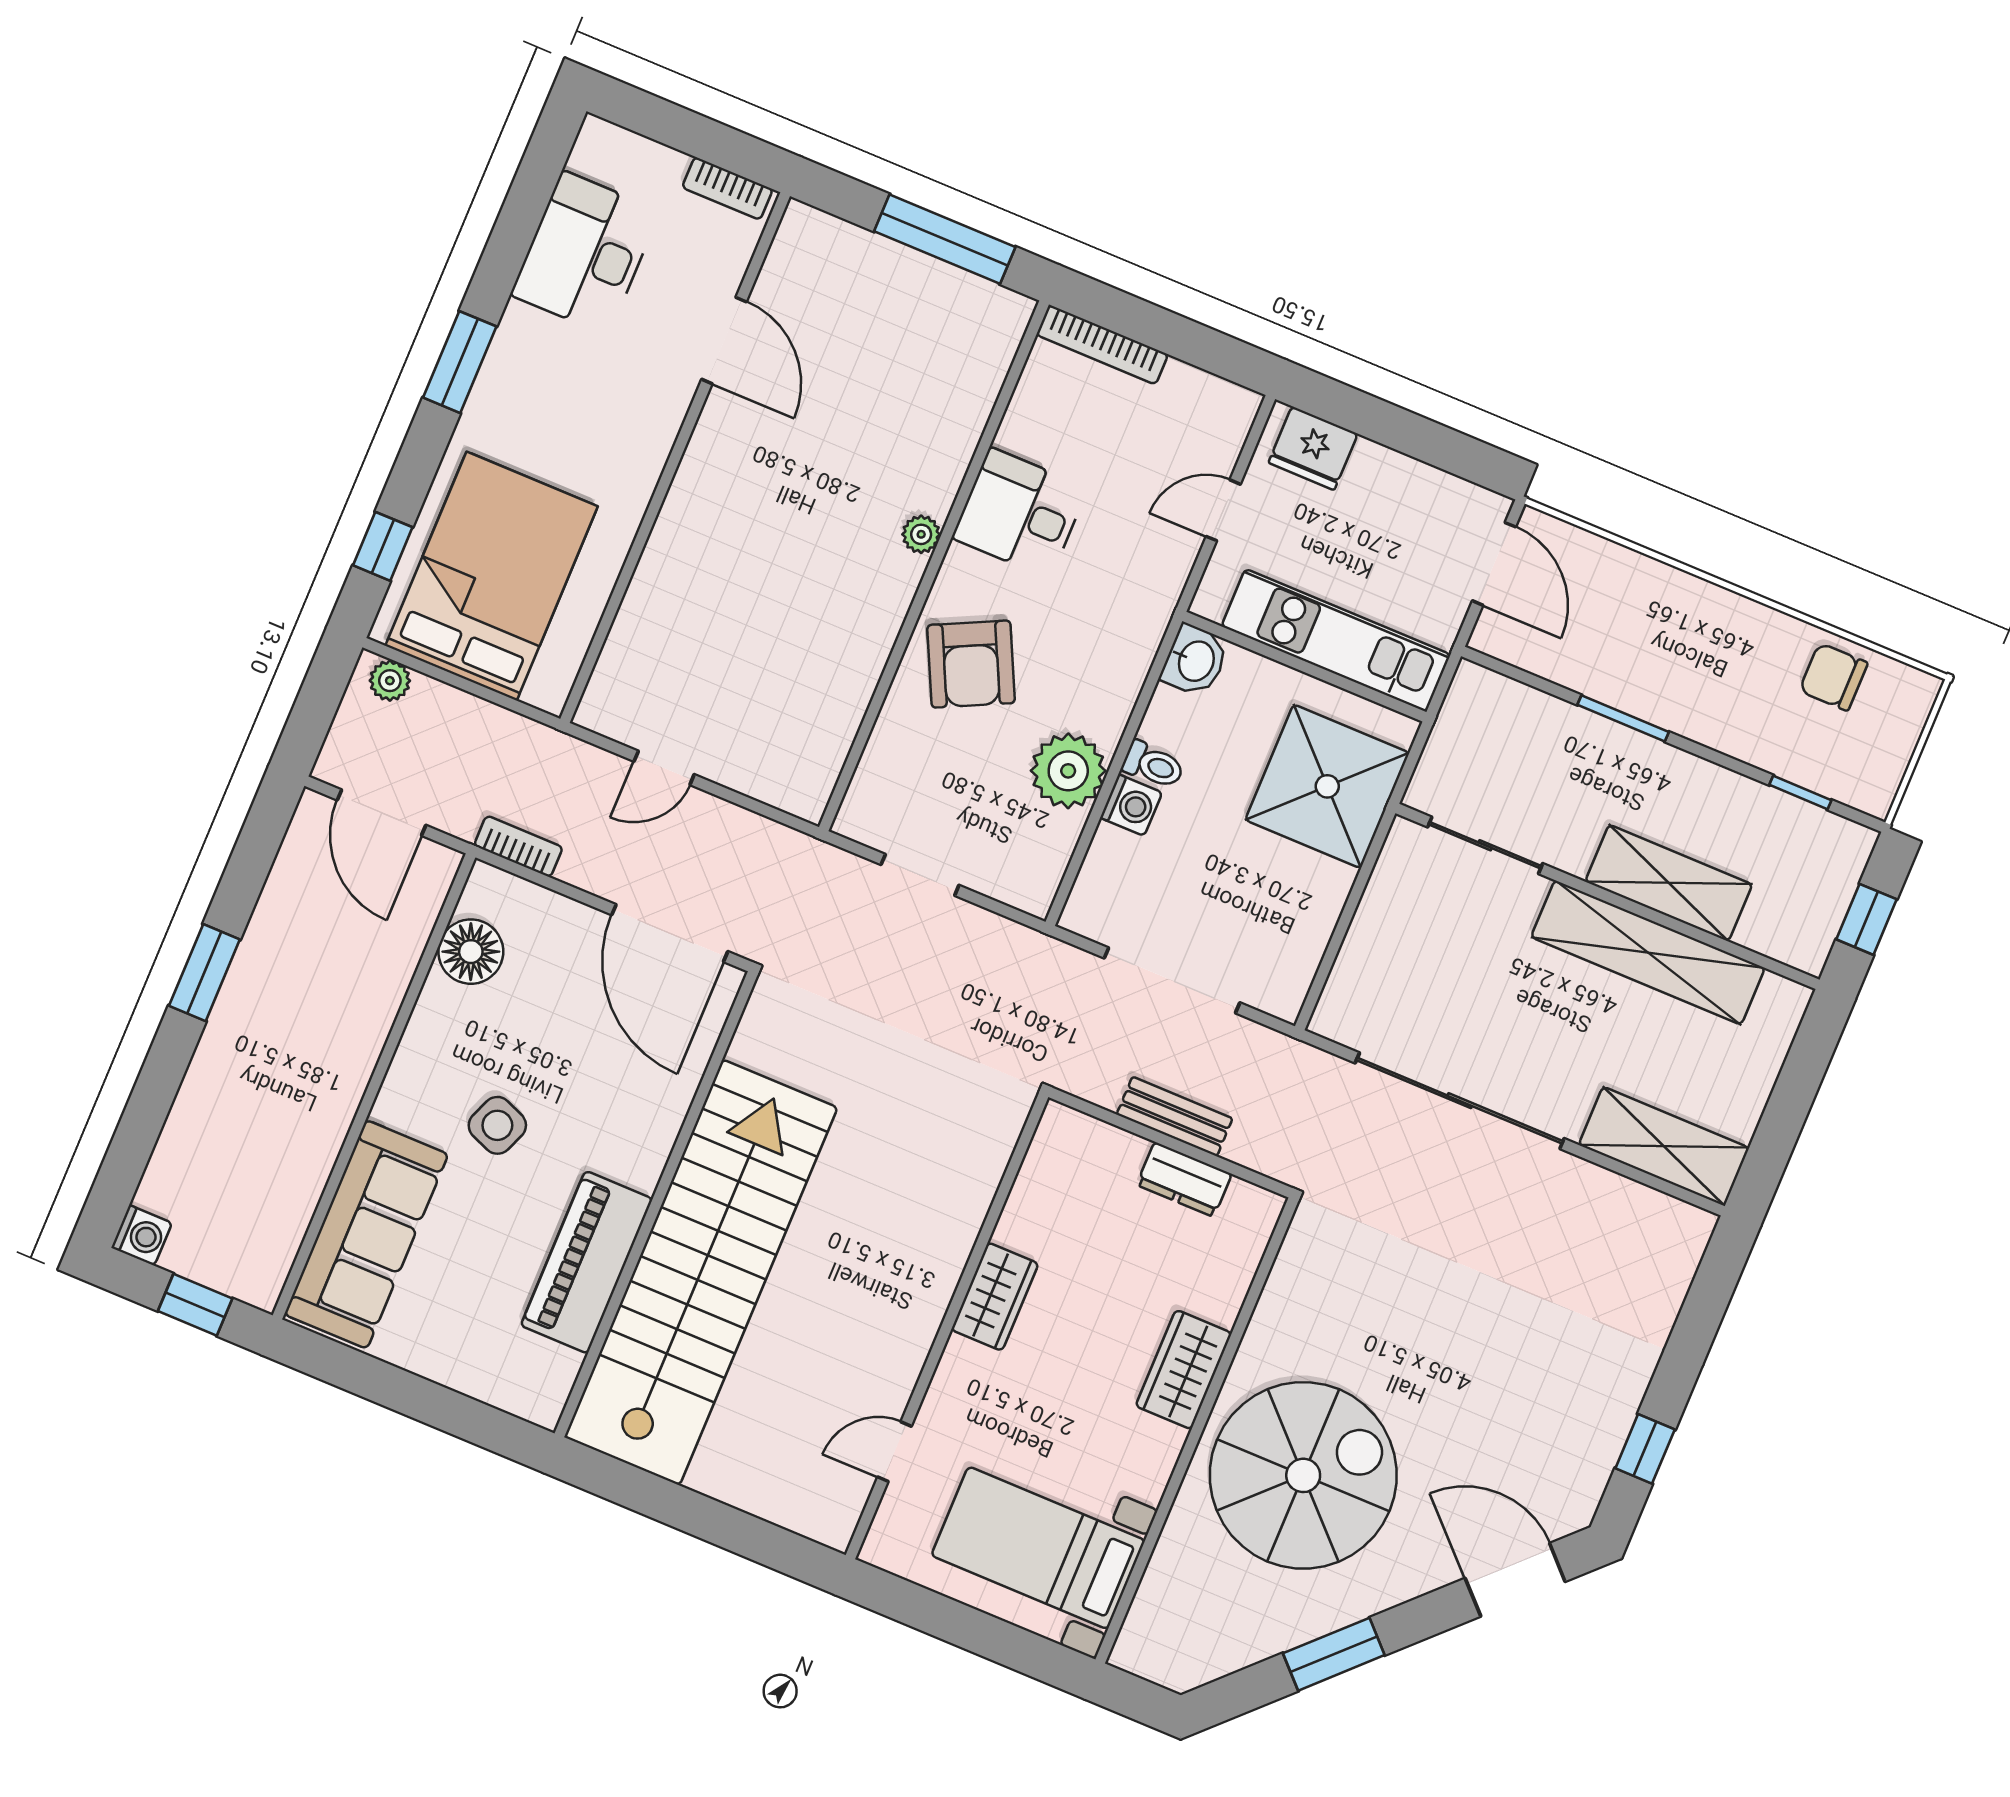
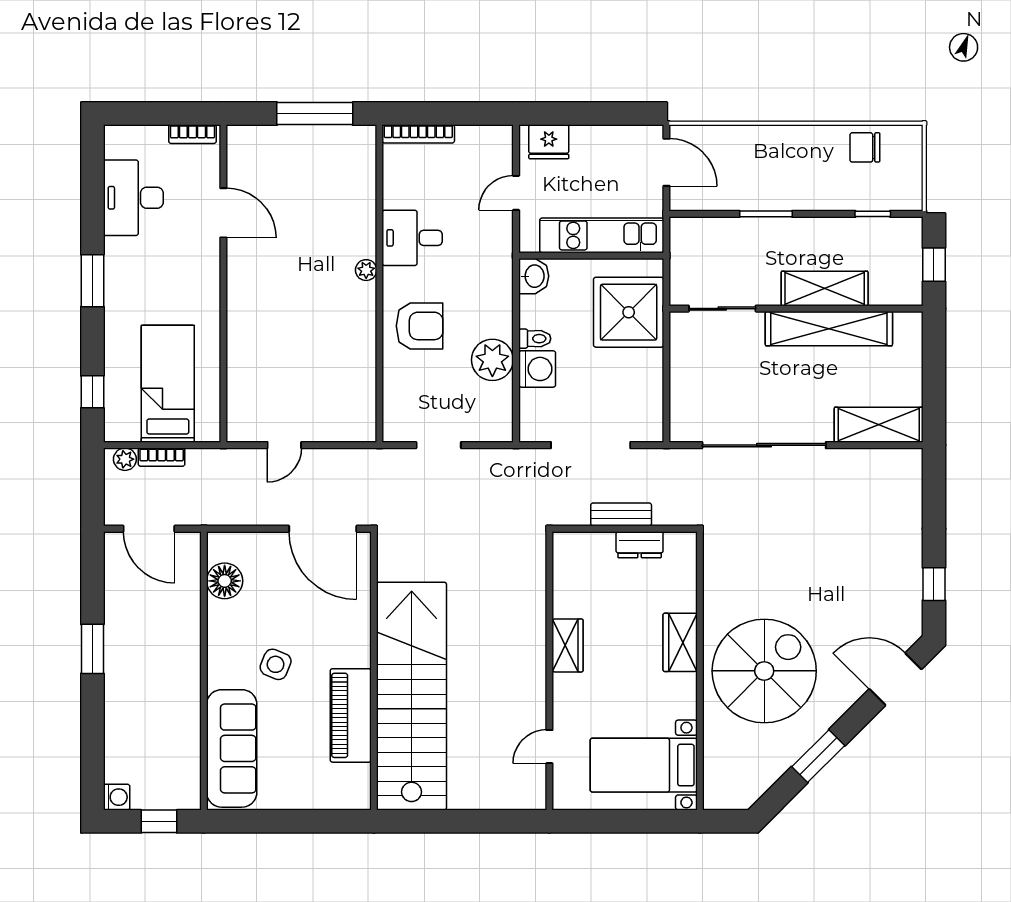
bed: (492, 576) -> (168, 384), width x0.67
armchair: (971, 664) -> (420, 326), turned -64
washing machine: (1131, 805) -> (537, 369), width x1.38, depth x1.38
bookcase: (518, 846) -> (162, 457), moved, turned 180

